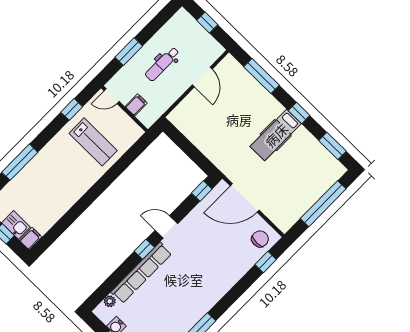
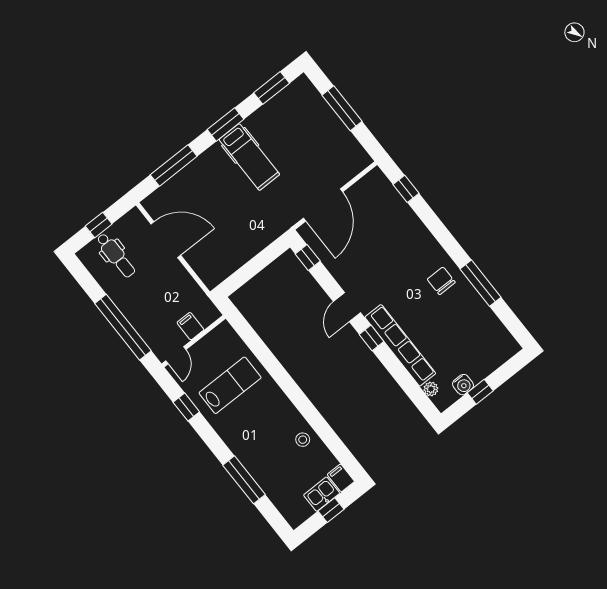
window: (129, 52) -> (123, 327), width x2.11
dental chair: (162, 64) -> (116, 255), moved
door: (202, 77) -> (166, 240), width x1.36
window: (299, 113) -> (226, 124), width x1.50
window: (323, 204) -> (342, 108), width x0.68
stool: (57, 205) -> (303, 440), added
chair: (260, 239) -> (441, 281), moved

